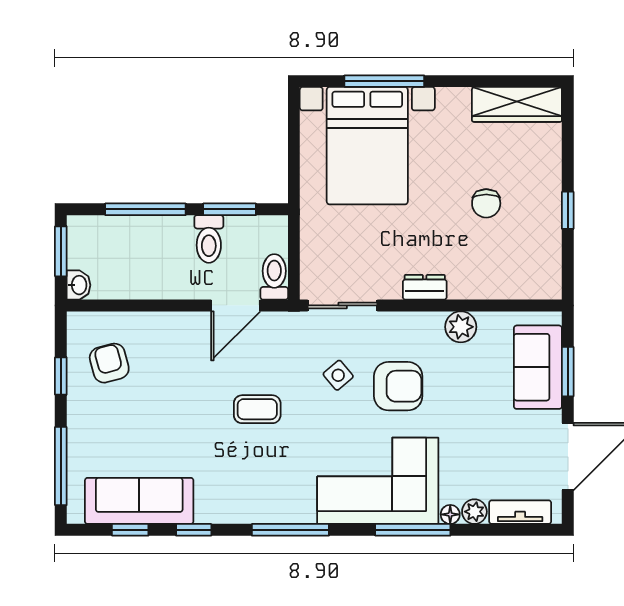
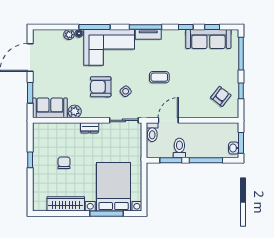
wardrobe: (517, 104) -> (66, 204), moved
washbasin: (78, 285) -> (234, 148), moved
armchair: (109, 363) -> (221, 96), turned -127
sofa: (538, 367) -> (50, 108), moved, turned -90
tv unit: (520, 512) -> (148, 34), moved

